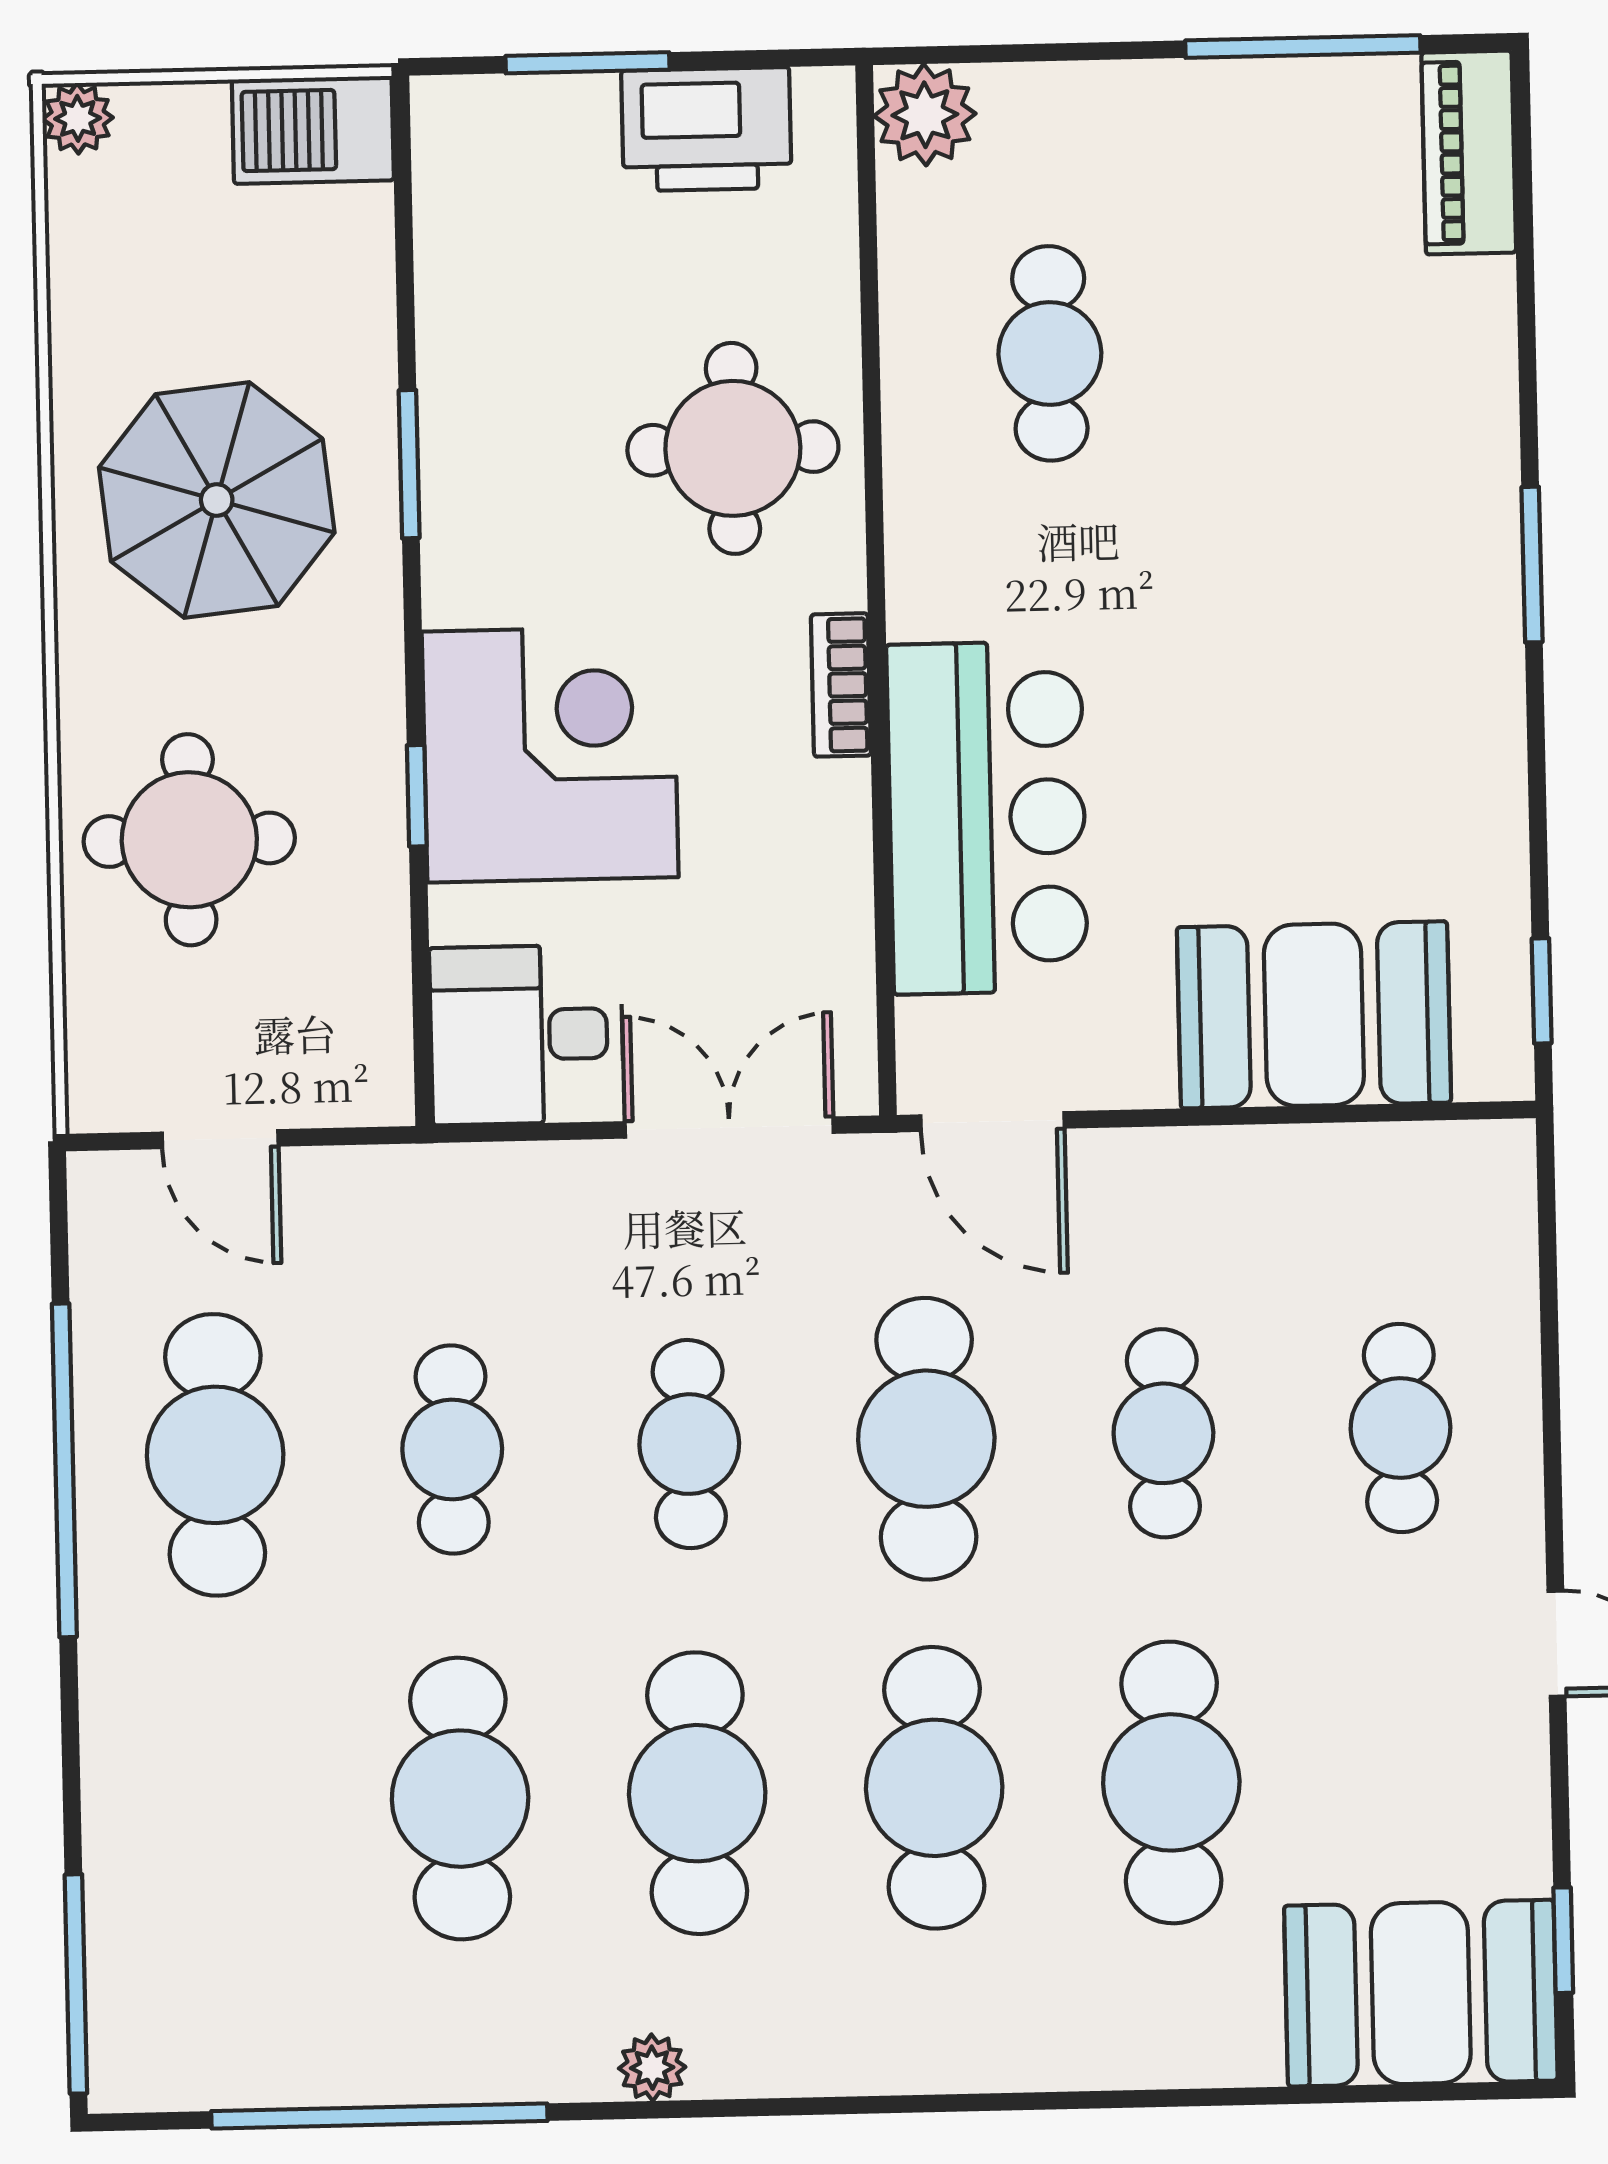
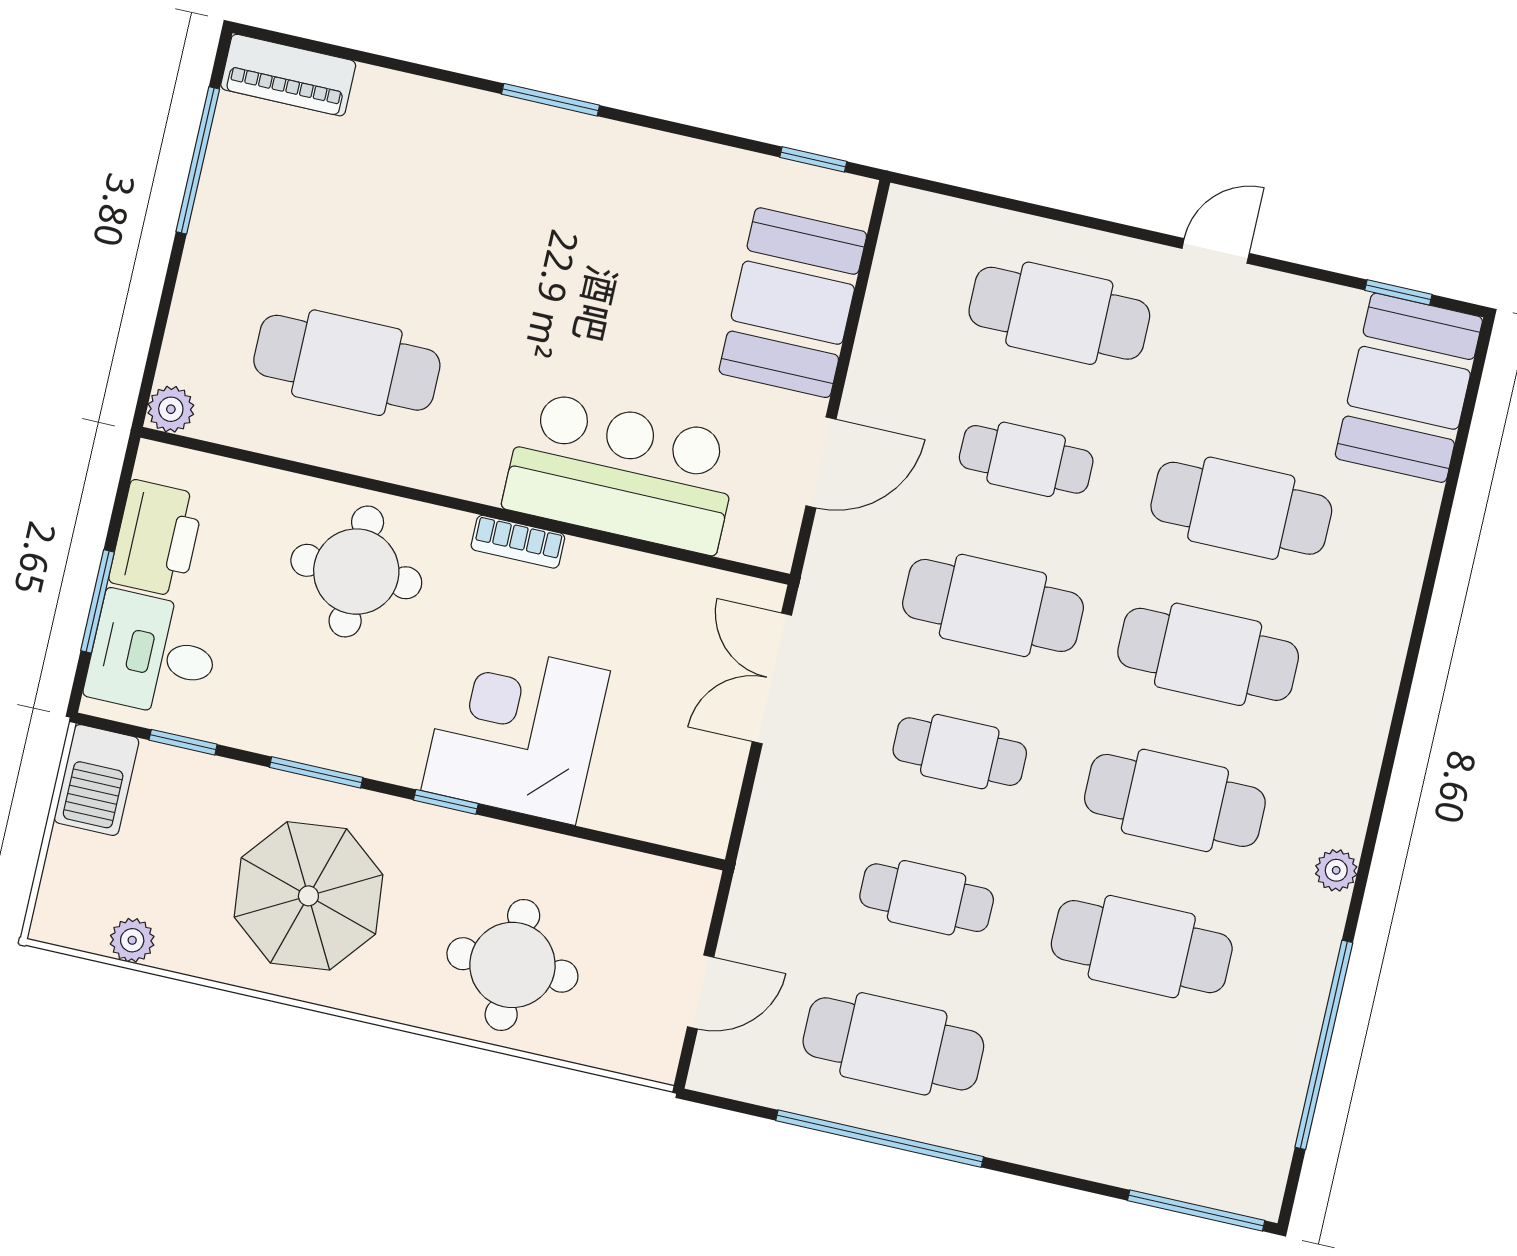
plant: (925, 115) -> (171, 409), width x0.73, depth x0.73
plant: (78, 118) -> (132, 940), moved
window: (404, 248) -> (183, 742), added
cafe table: (1050, 353) -> (347, 363), width x1.37, depth x1.35
window: (417, 796) -> (446, 802), moved
desk: (527, 1035) -> (153, 654), moved, turned 90
door: (993, 1122) -> (821, 463), moved
cafe table: (1400, 1428) -> (1059, 313), width x1.37, depth x1.35

